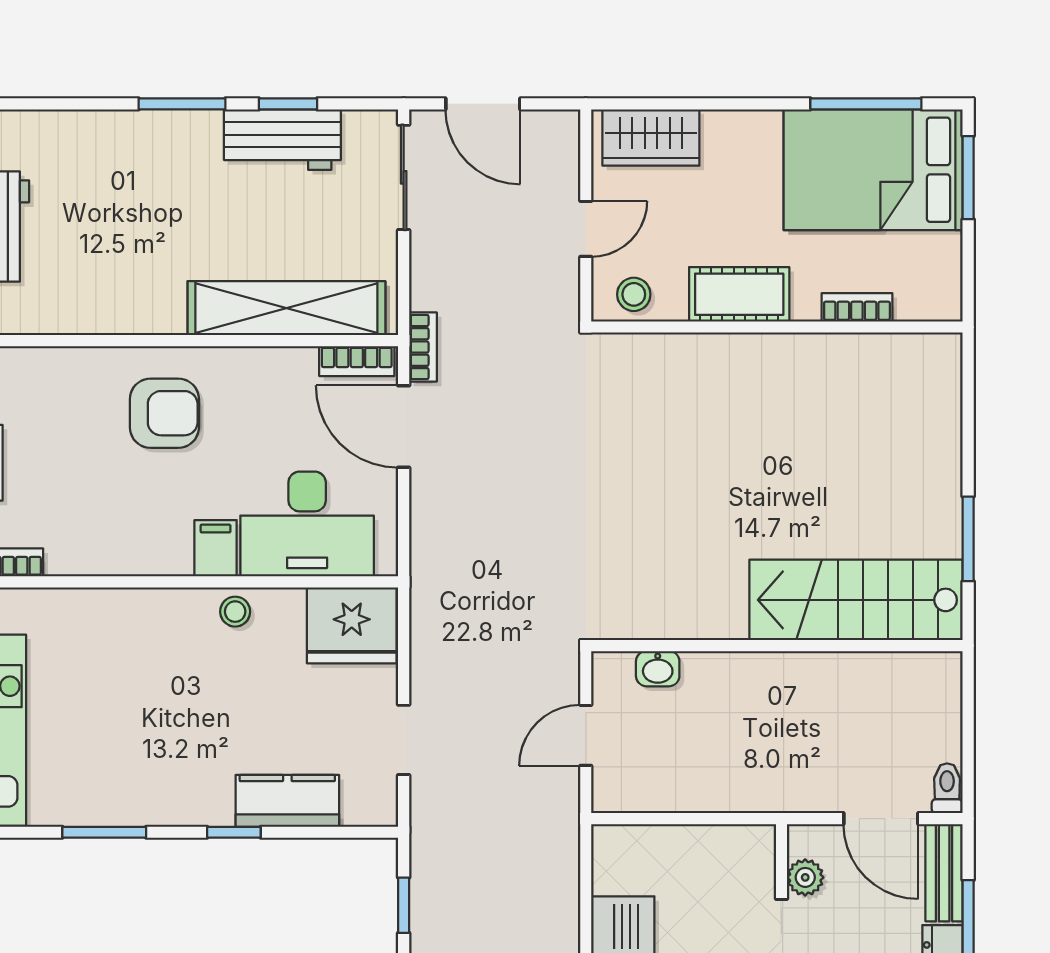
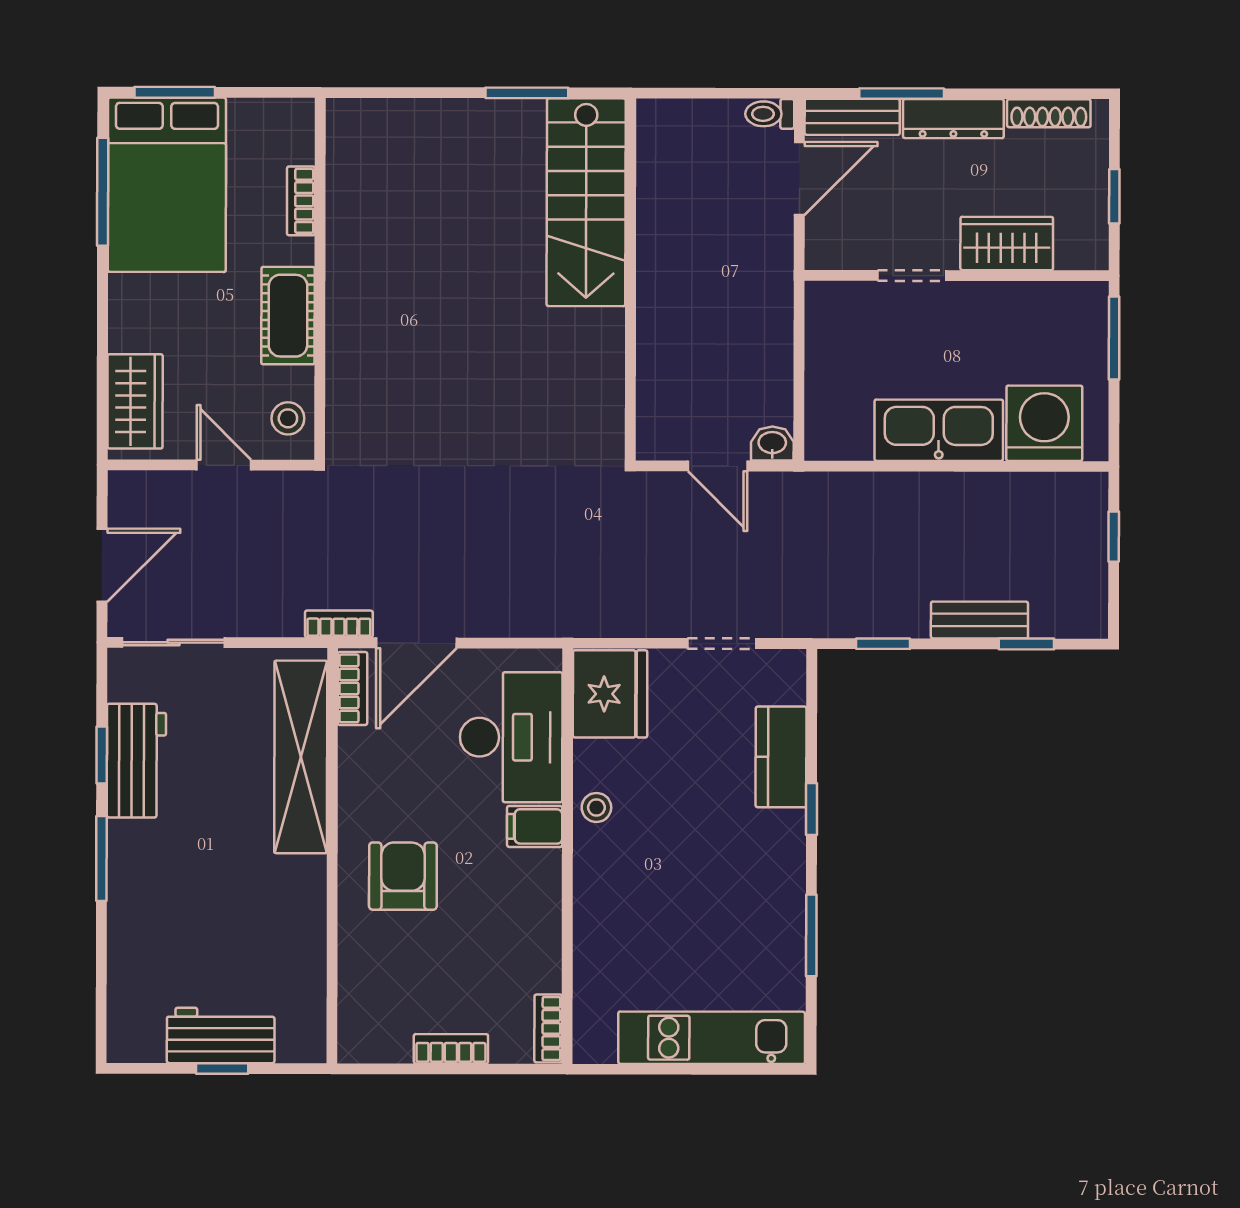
washbasin: (658, 669) -> (772, 444), moved, turned -90
plant: (805, 877) -> (857, 252), removed

